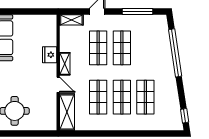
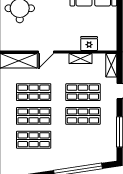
fridge: (50, 55) -> (89, 43), moved
shelving: (65, 64) -> (80, 59), moved

